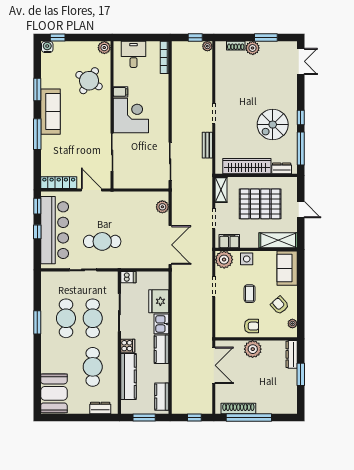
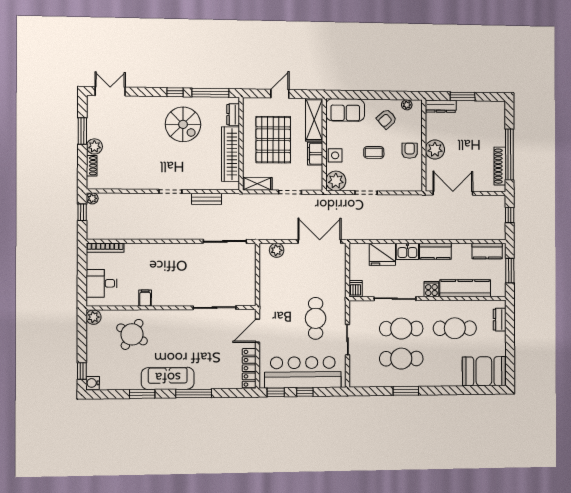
corner desk: (131, 116) -> (172, 286), removed
filing cabinet: (229, 241) -> (315, 154), moved

